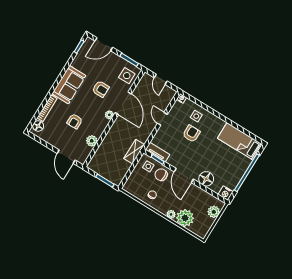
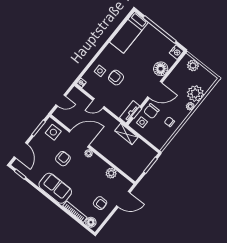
armchair: (75, 121) -> (100, 203), moved

